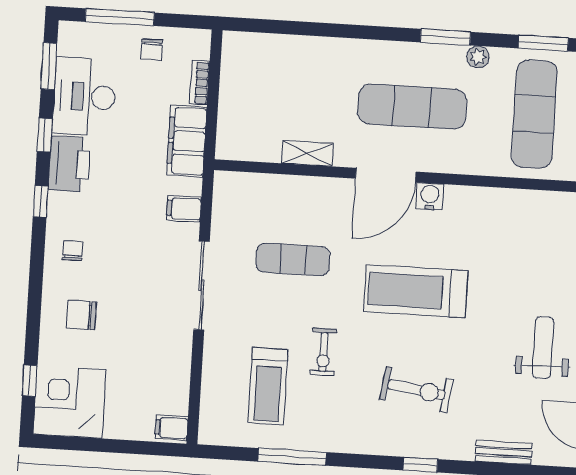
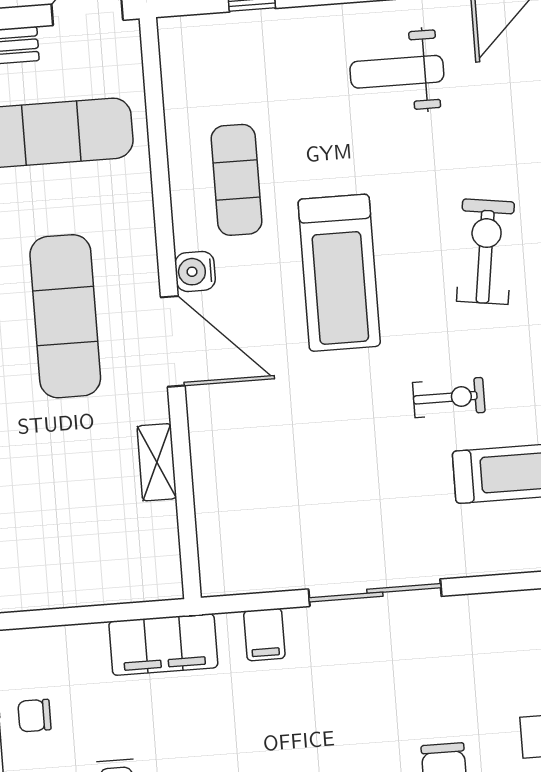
chair: (152, 50) -> (34, 716), turned 180
bookcase: (200, 83) -> (74, 637), removed
exercise mat: (293, 259) -> (236, 180), moved

